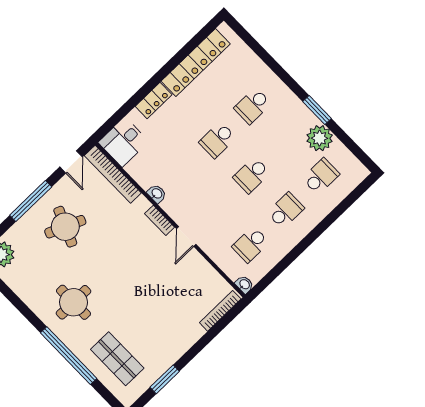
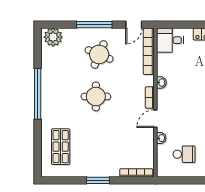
school desk: (250, 244) -> (184, 154), turned 180
washbasin: (244, 284) -> (161, 138), moved
round table: (73, 302) -> (96, 96), moved
window: (69, 356) -> (38, 94), moved
window: (165, 379) -> (98, 180), moved

